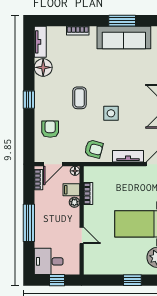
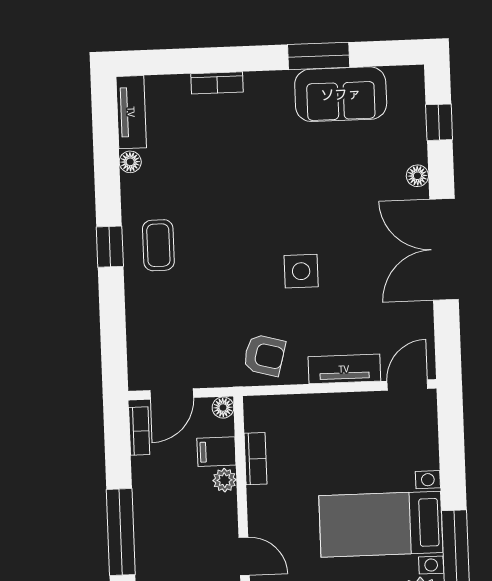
sofa: (124, 38) -> (341, 94), width x0.73
floor lamp: (43, 67) -> (130, 162), width x0.53, depth x0.53
coffee table: (79, 98) -> (158, 245), moved
armchair: (50, 129) -> (162, 313), removed

